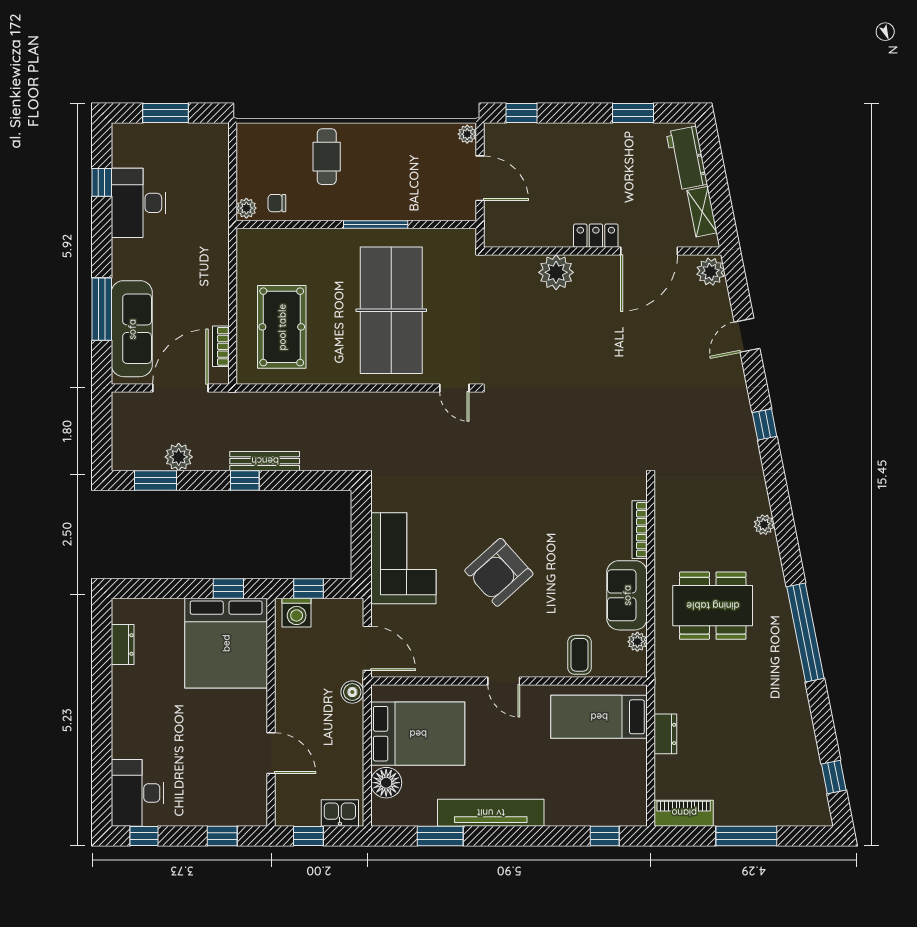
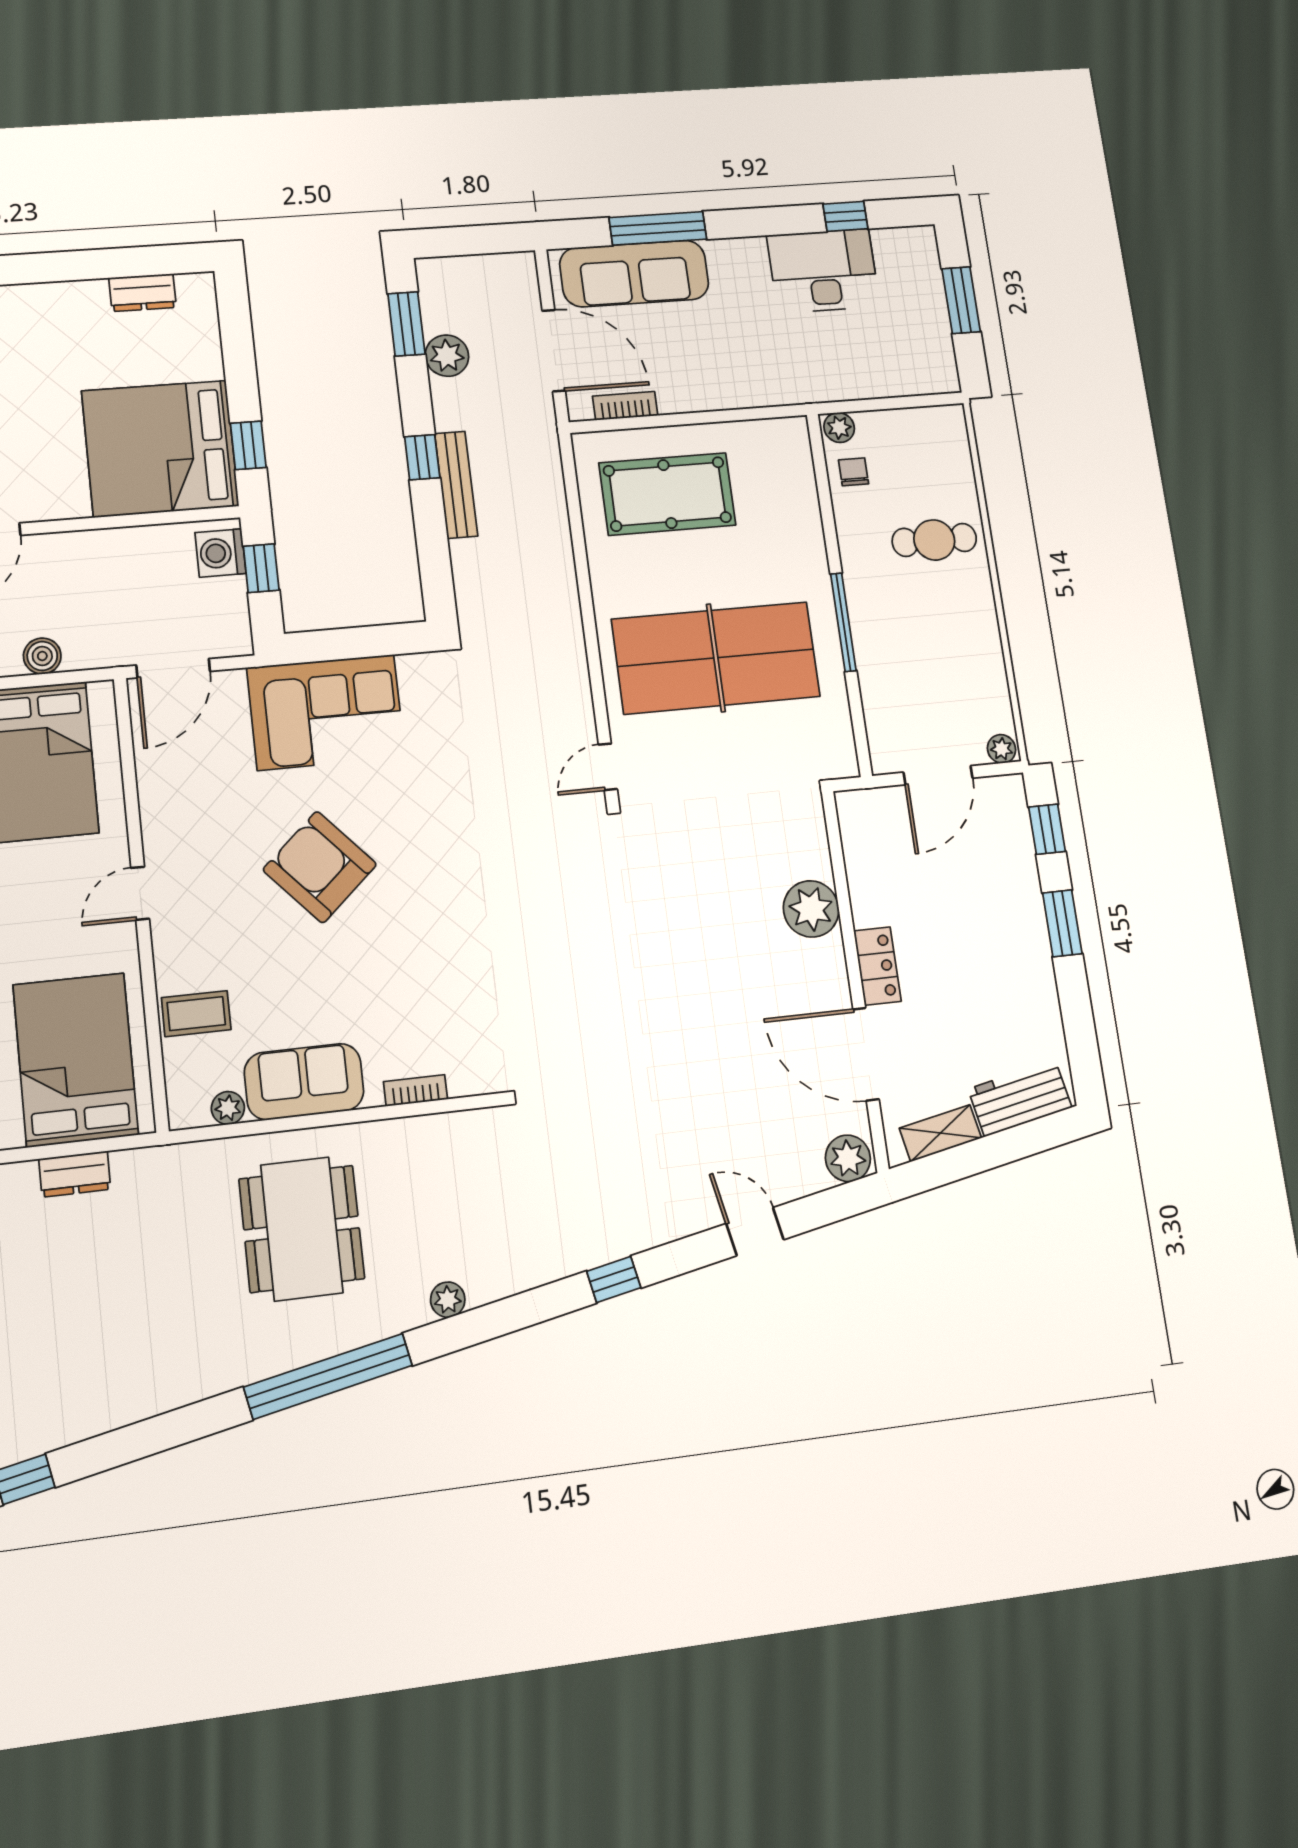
window: (633, 113) -> (1062, 923), moved
bookcase: (640, 530) -> (415, 1090), width x0.64
window: (805, 632) -> (328, 1376), moved
boiler: (352, 692) -> (42, 656), moved
bed: (599, 717) -> (76, 1060), width x1.50

